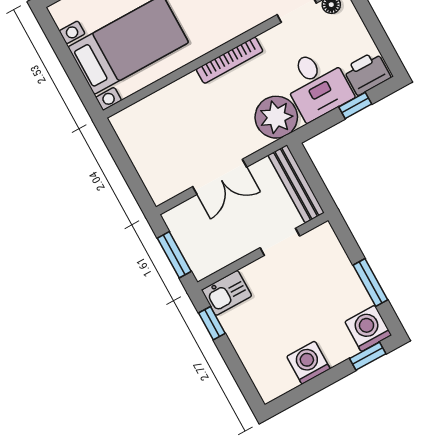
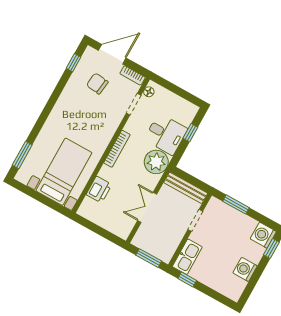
printer: (367, 73) -> (99, 190), moved, turned 180
double door: (220, 177) -> (147, 207), swing flipped
window: (370, 282) -> (236, 204), moved
kitchen sink: (227, 293) -> (187, 257), width x1.38

